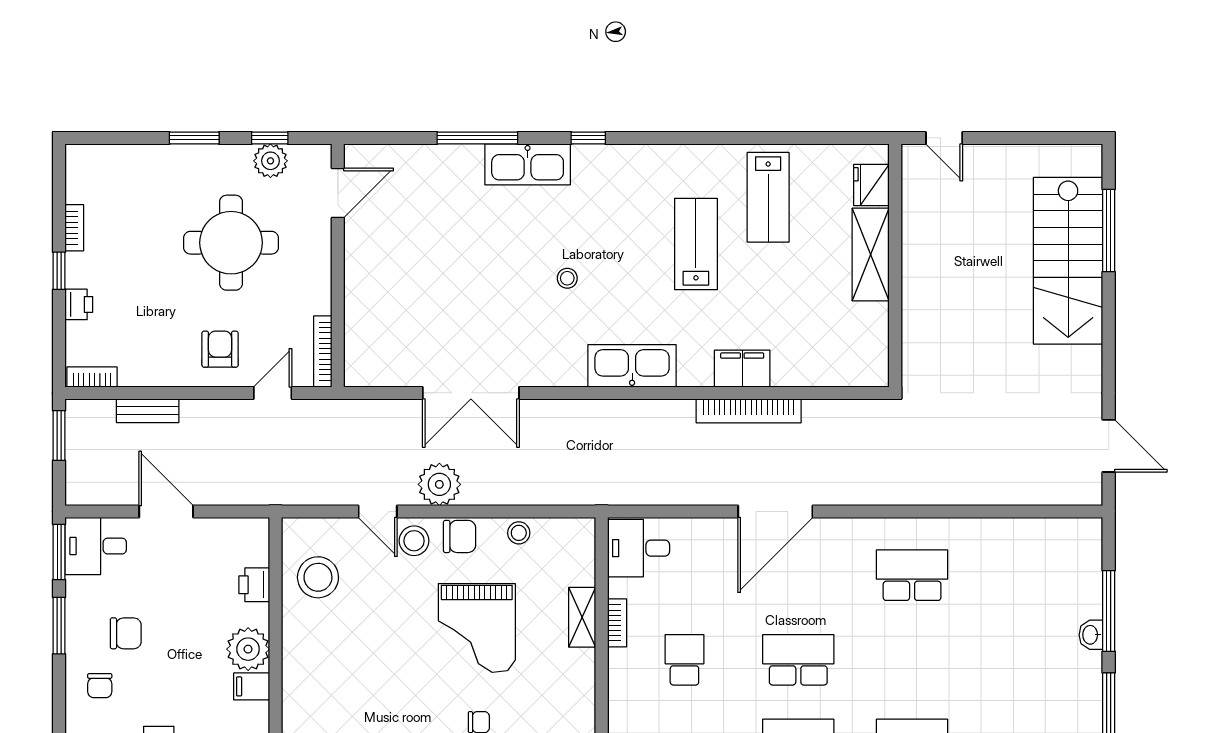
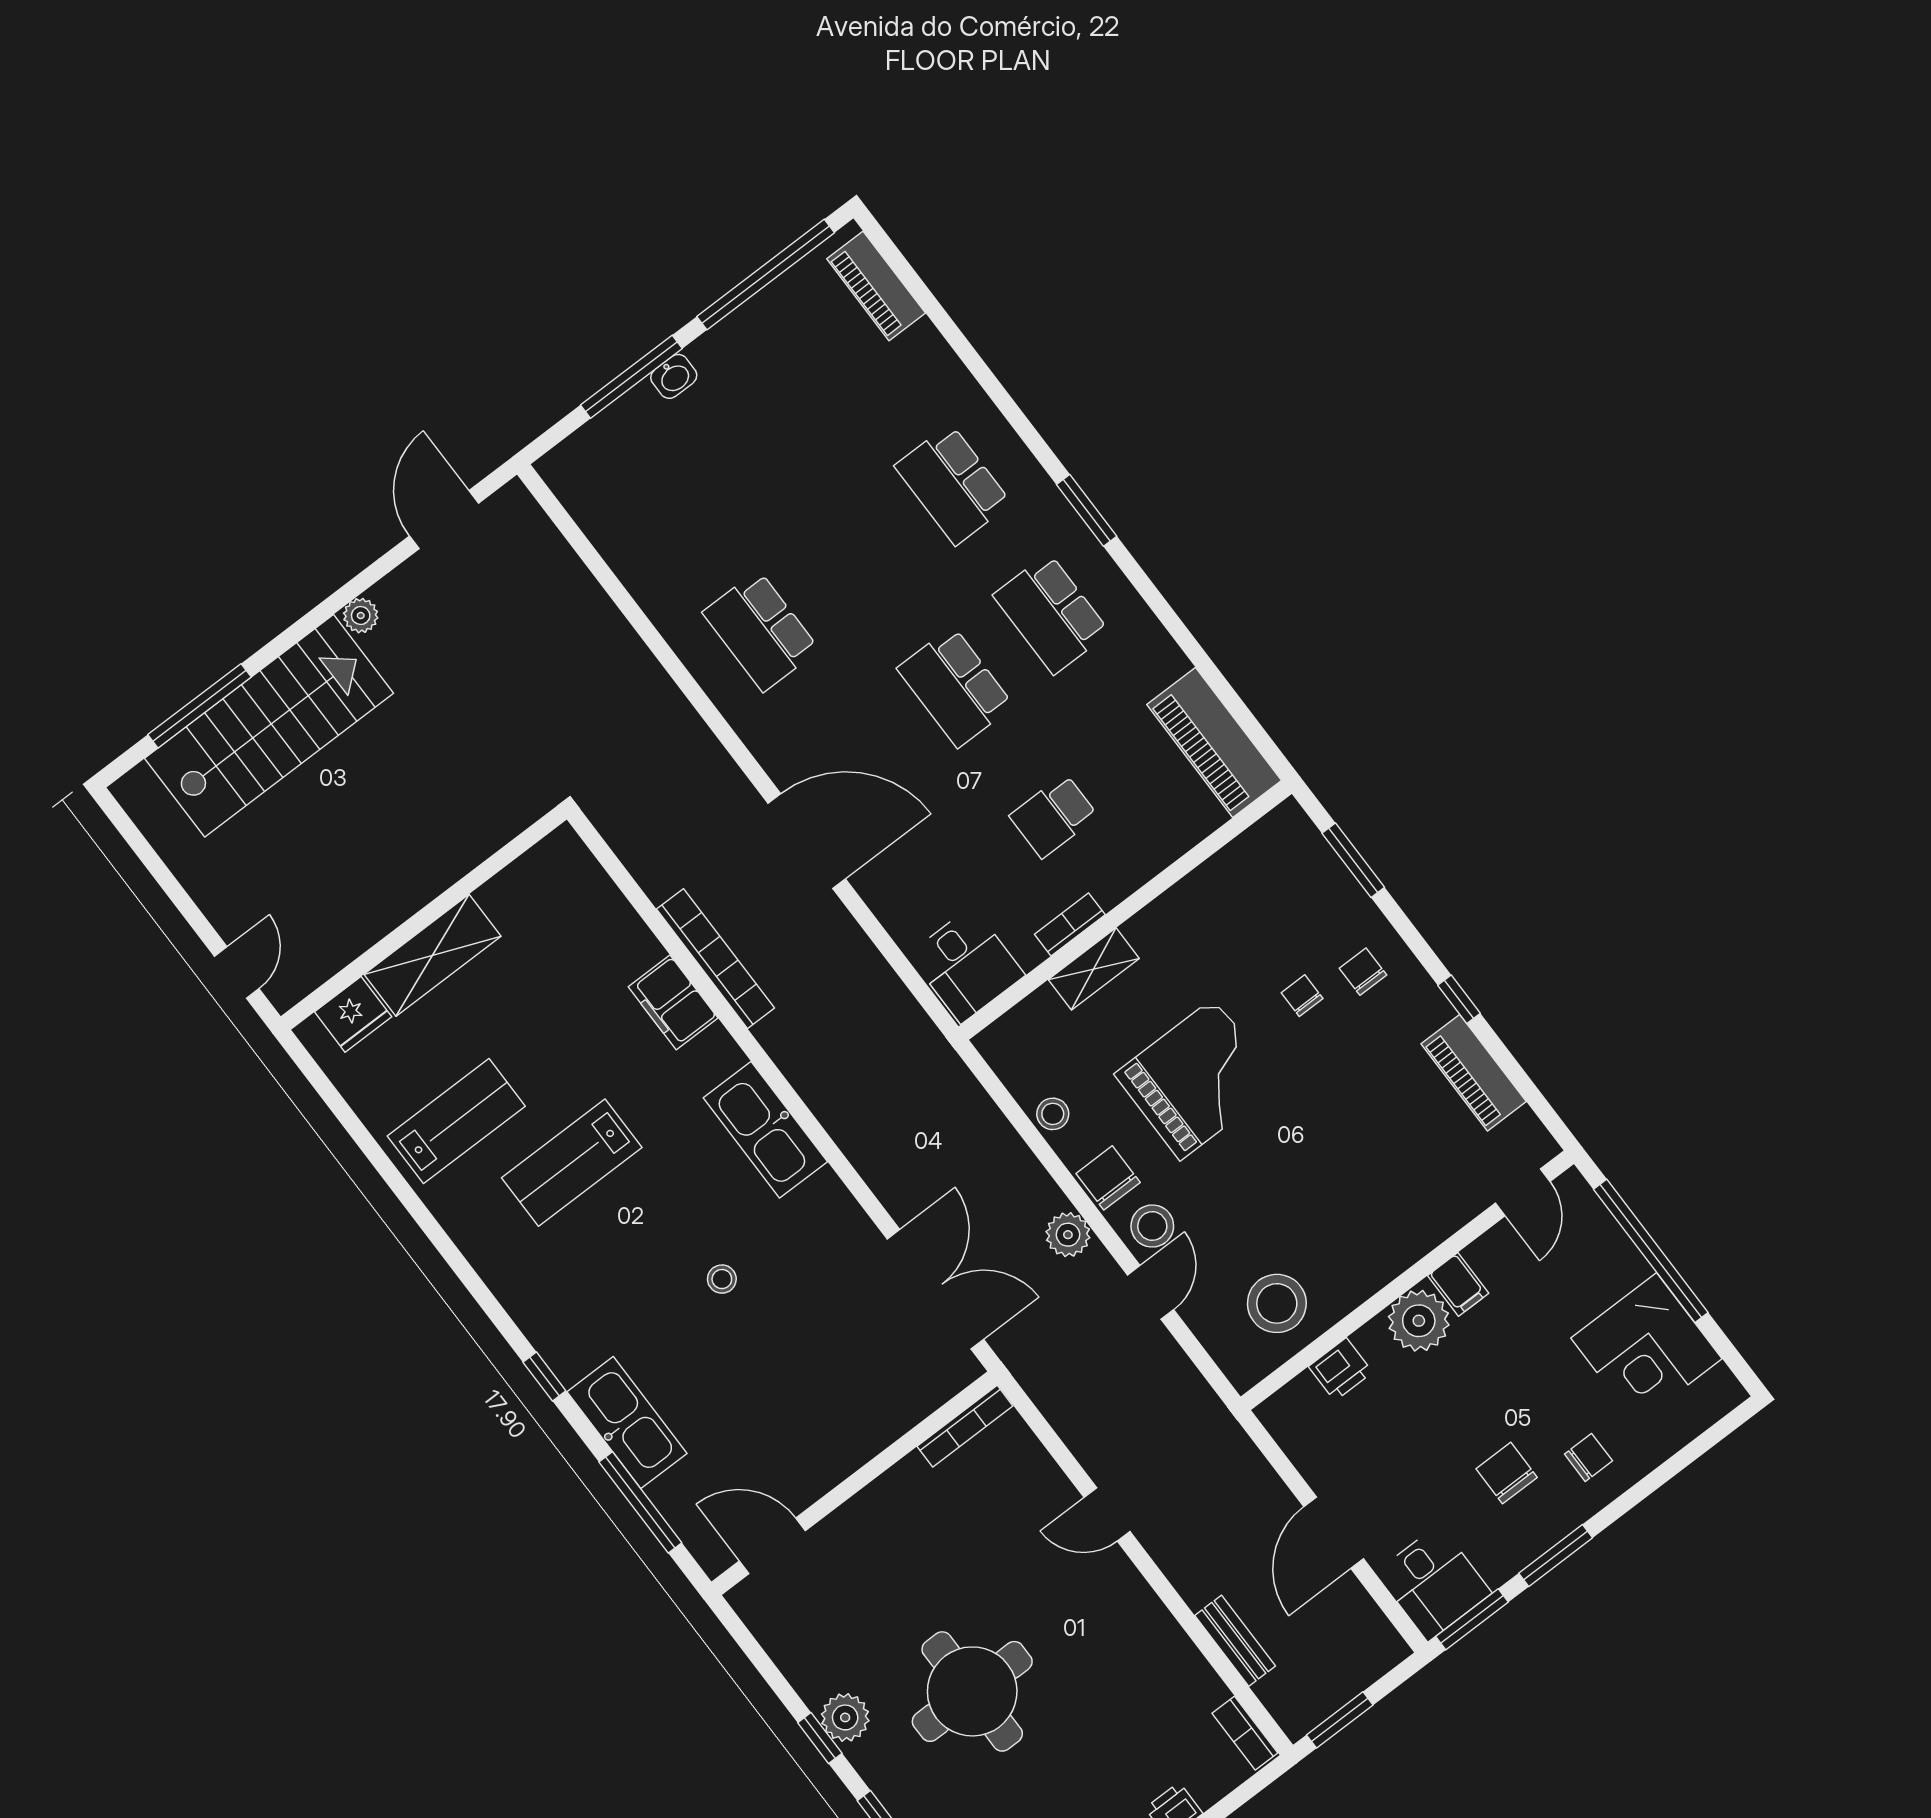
door: (338, 193) -> (772, 1546), moved
wall: (338, 265) -> (855, 1483), moved
armchair: (220, 349) -> (1103, 1612), removed
bookcase: (323, 351) -> (965, 1426), moved
plant: (1091, 359) -> (361, 616), added
plant: (439, 484) -> (1068, 1235), width x0.73, depth x0.73

